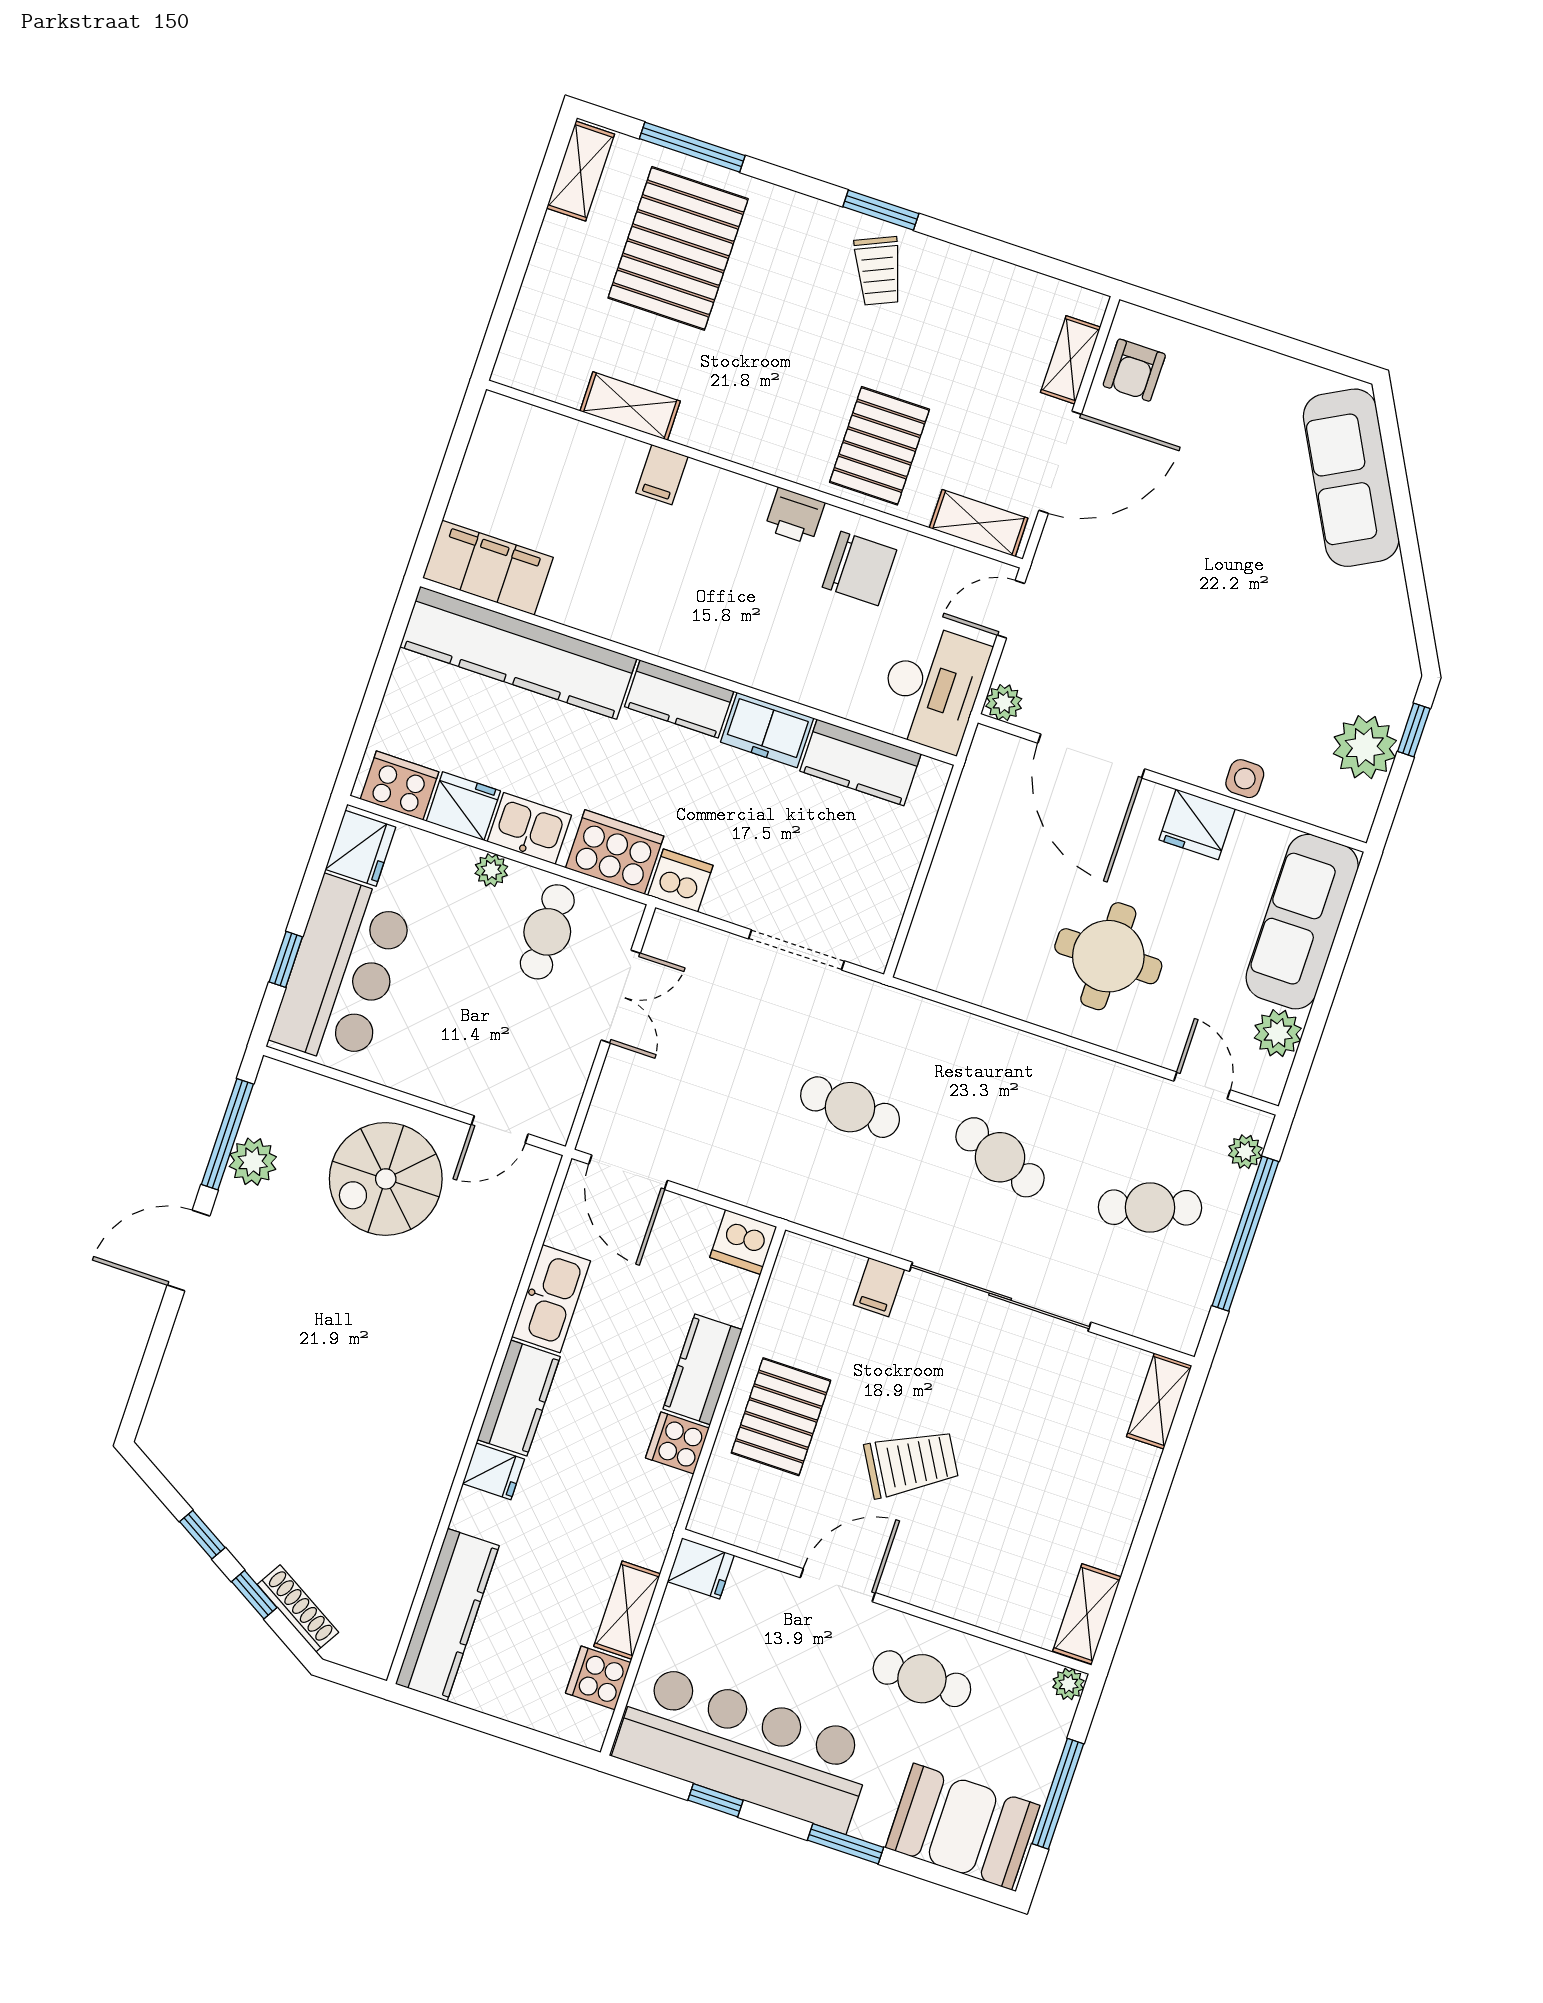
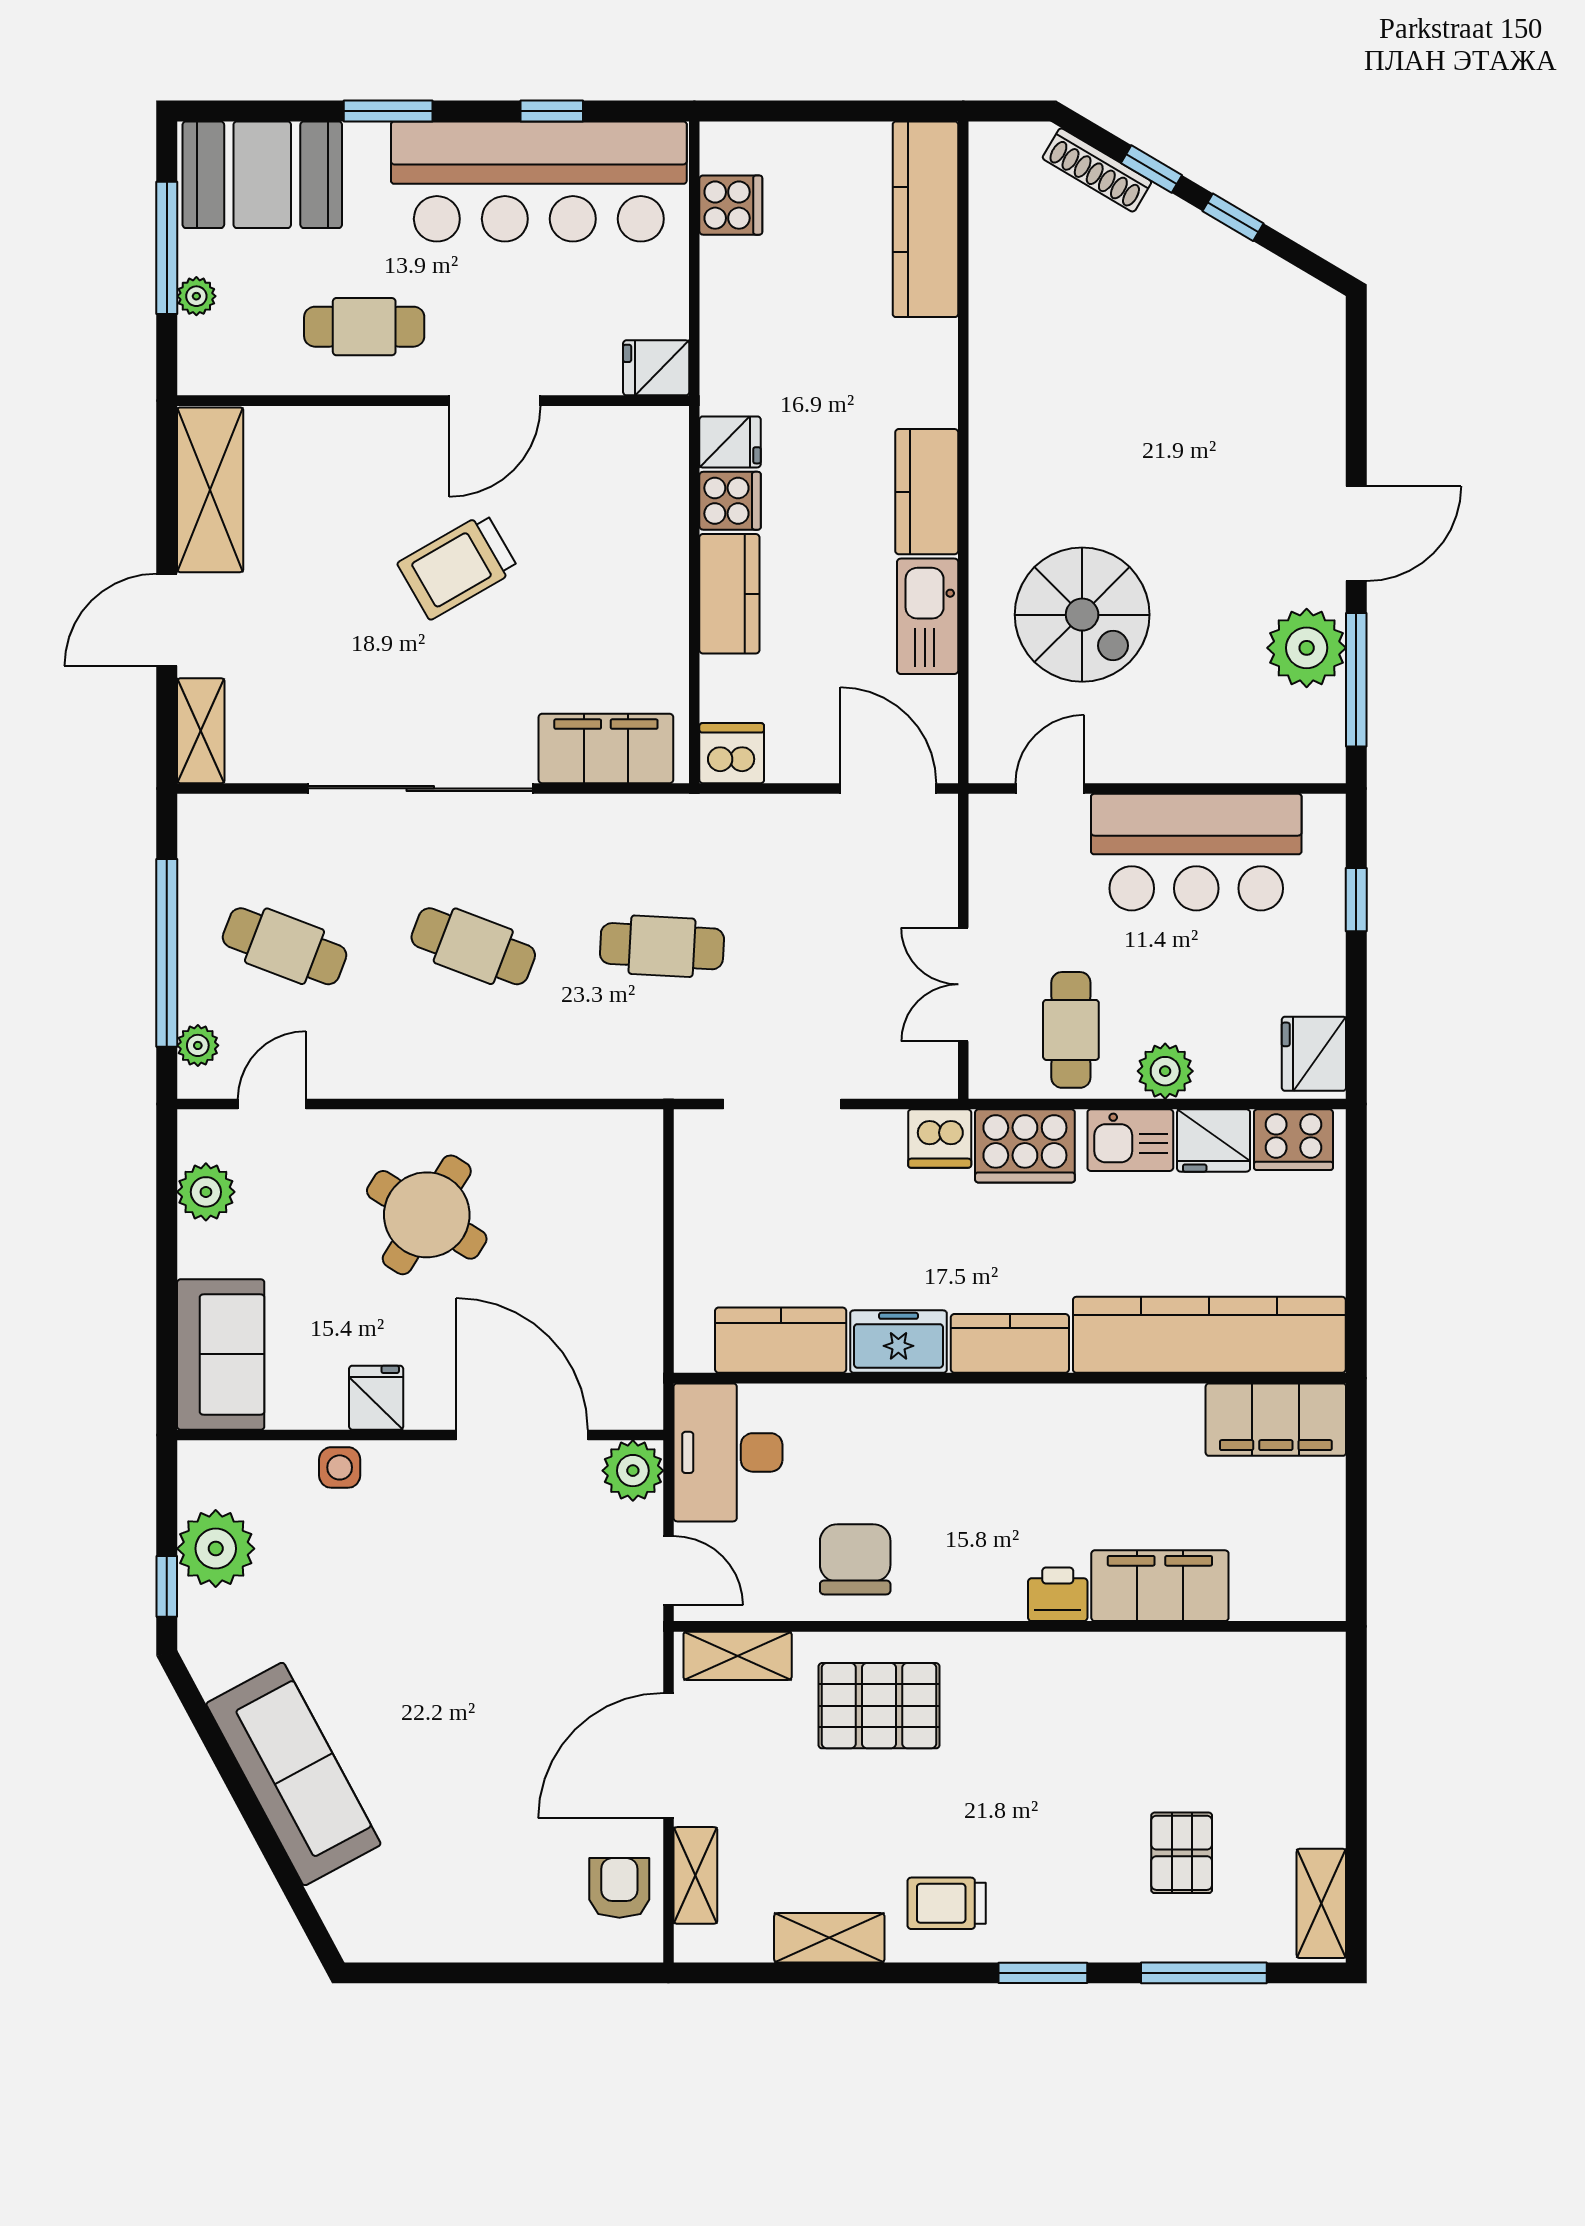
window: (881, 210) -> (1043, 1973), moved
pallet: (678, 248) -> (1182, 1853), width x0.49, depth x0.50
trolley: (878, 271) -> (947, 1903), turned -66
shelving: (630, 406) -> (829, 1938), moved
pallet: (879, 446) -> (879, 1706), turned 90
filing cabinet: (662, 475) -> (1160, 1586), width x3.00, depth x1.17
sofa: (1351, 478) -> (293, 1774), moved
printer: (795, 516) -> (1058, 1594), moved
chair: (859, 569) -> (855, 1559), turned 90
door: (1011, 609) -> (668, 1571), hinge flipped
plant: (1004, 703) -> (633, 1471), width x1.38, depth x1.38
fridge: (1197, 824) -> (376, 1398), width x0.72
plant: (491, 870) -> (1165, 1071), width x1.38, depth x1.38
sofa: (1302, 922) -> (221, 1354), width x0.73
round table: (1108, 956) -> (427, 1215), turned 32
bar counter: (342, 972) -> (1196, 852), moved, turned -90
door: (1202, 1085) -> (272, 1104), swing flipped
plant: (253, 1162) -> (1307, 648), width x1.36, depth x1.36
spiral stairs: (386, 1179) -> (1082, 615), moved, turned 90
cafe table: (1150, 1207) -> (285, 946), turned 39
filing cabinet: (879, 1287) -> (606, 748), width x3.00, depth x1.17
pallet: (781, 1417) -> (623, 570), removed
fridge: (493, 1471) -> (730, 442), moved, turned 180
door: (1157, 1498) -> (167, 620), added
shelving: (627, 1610) -> (724, 293), removed
shelving: (1087, 1614) -> (210, 490), width x1.50, depth x1.33
plant: (1068, 1684) -> (196, 296), moved

